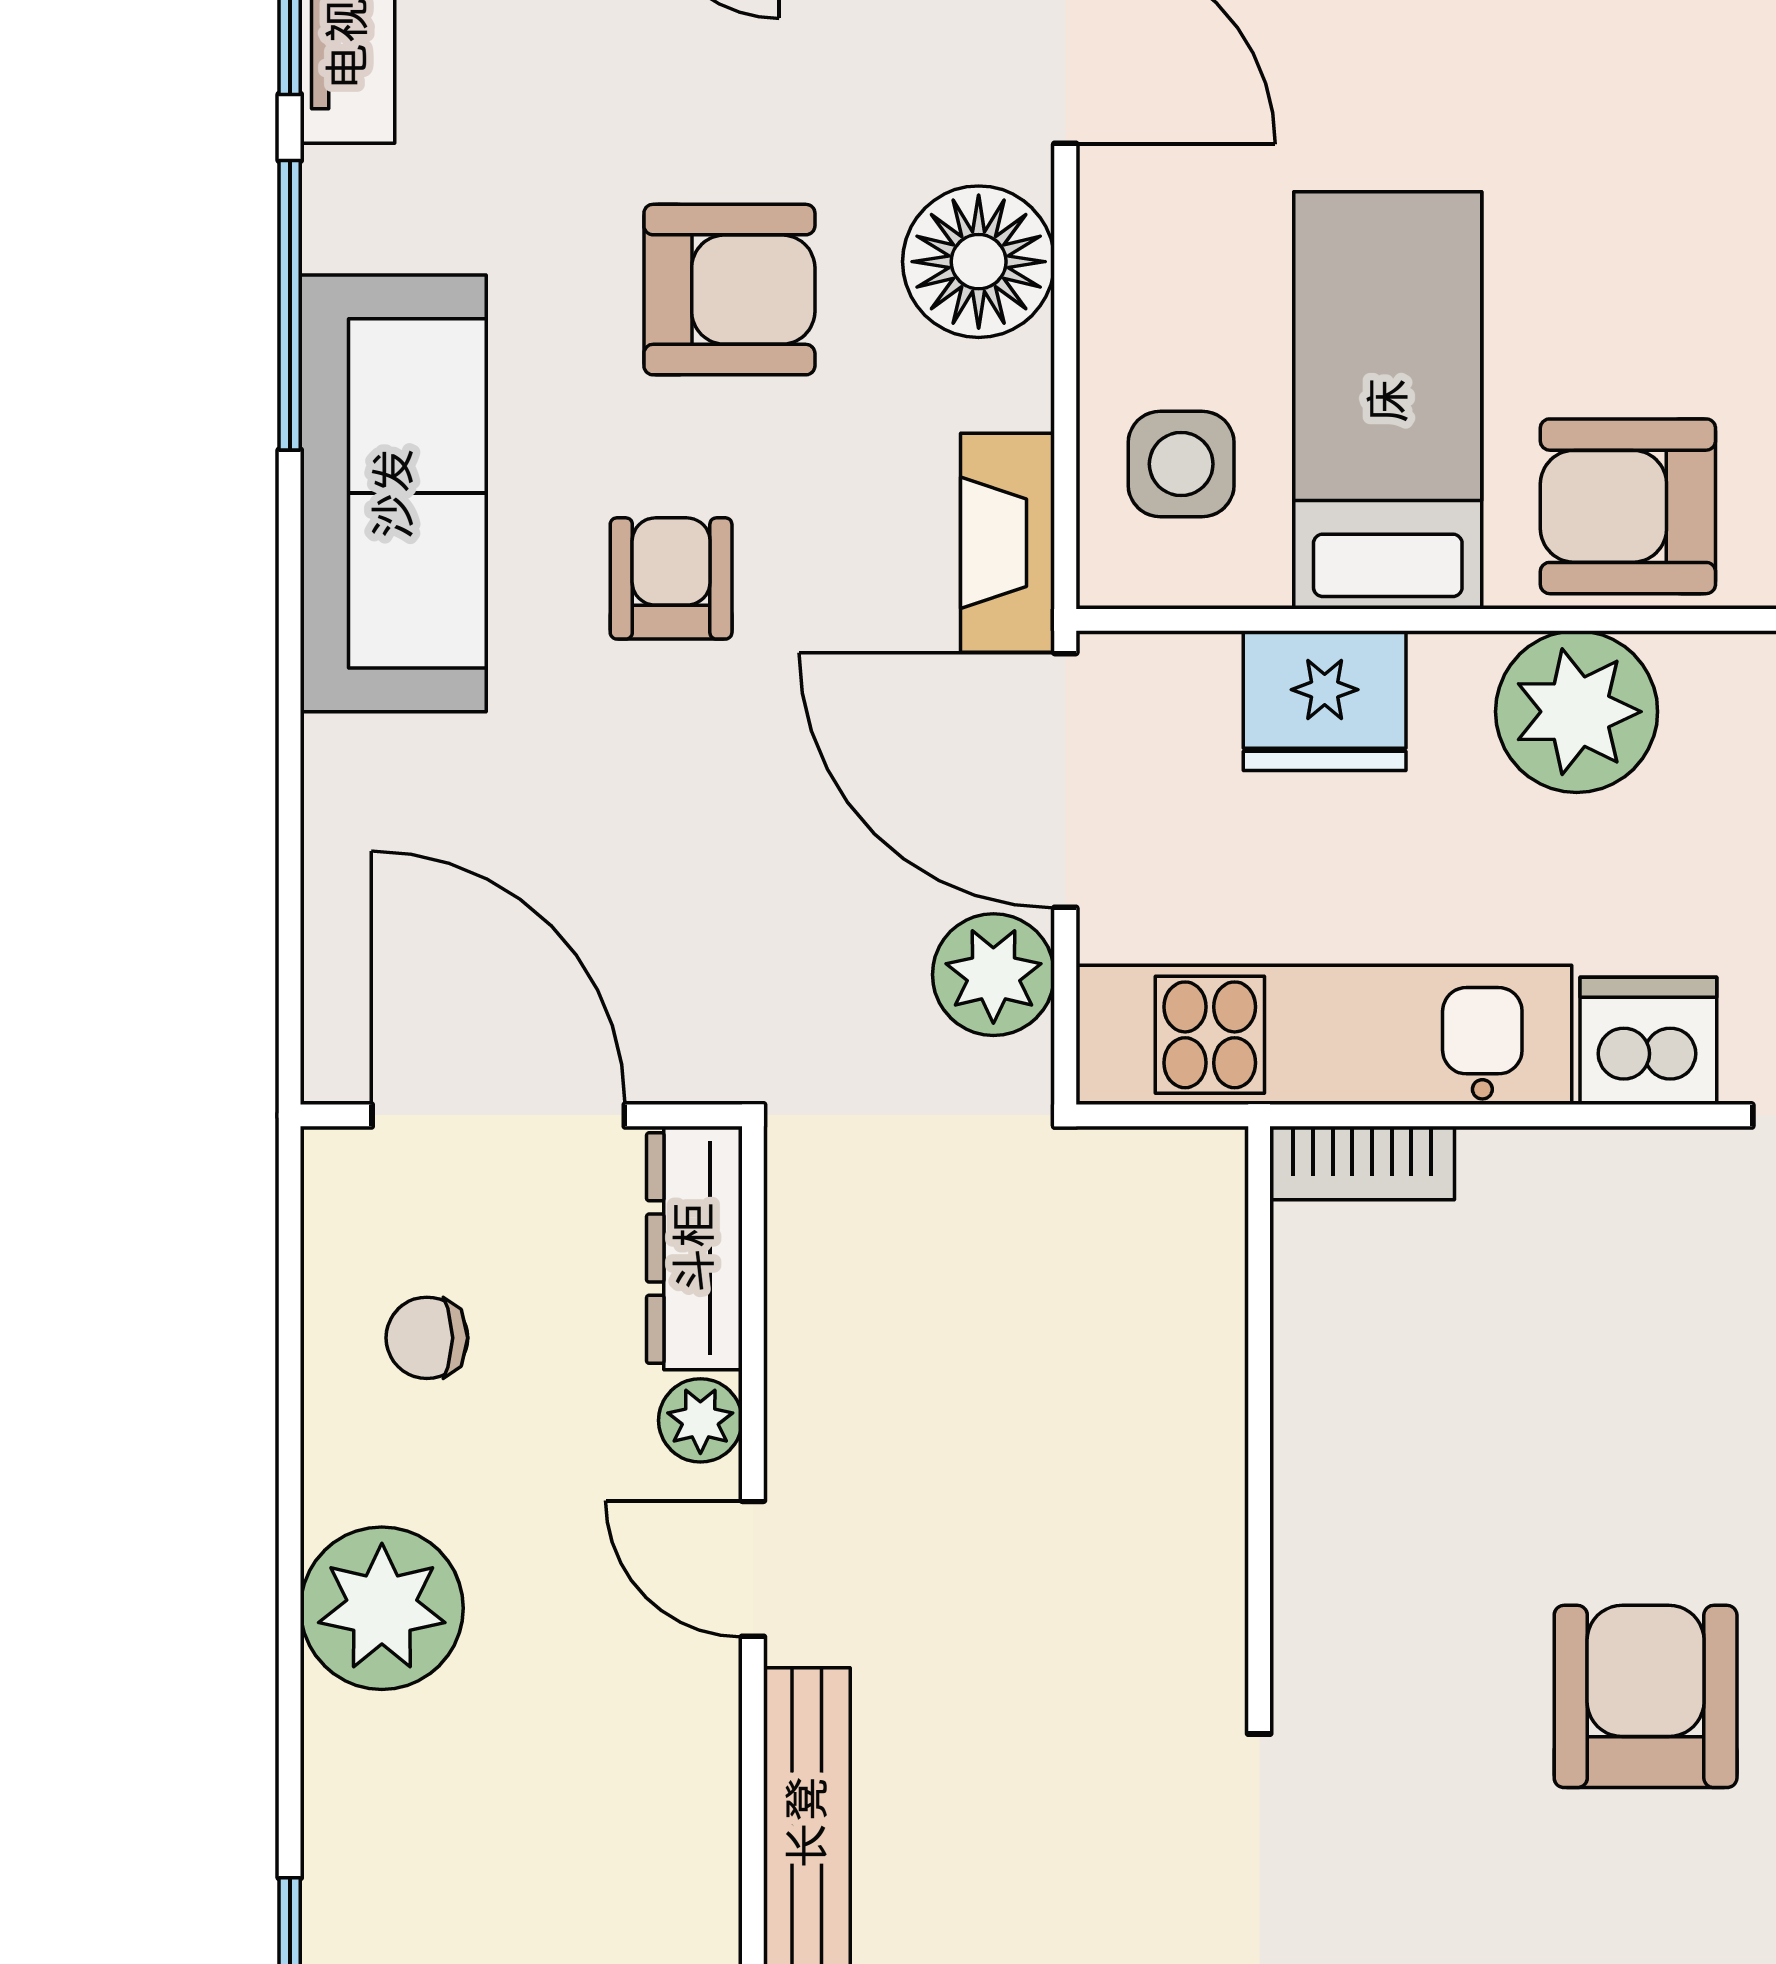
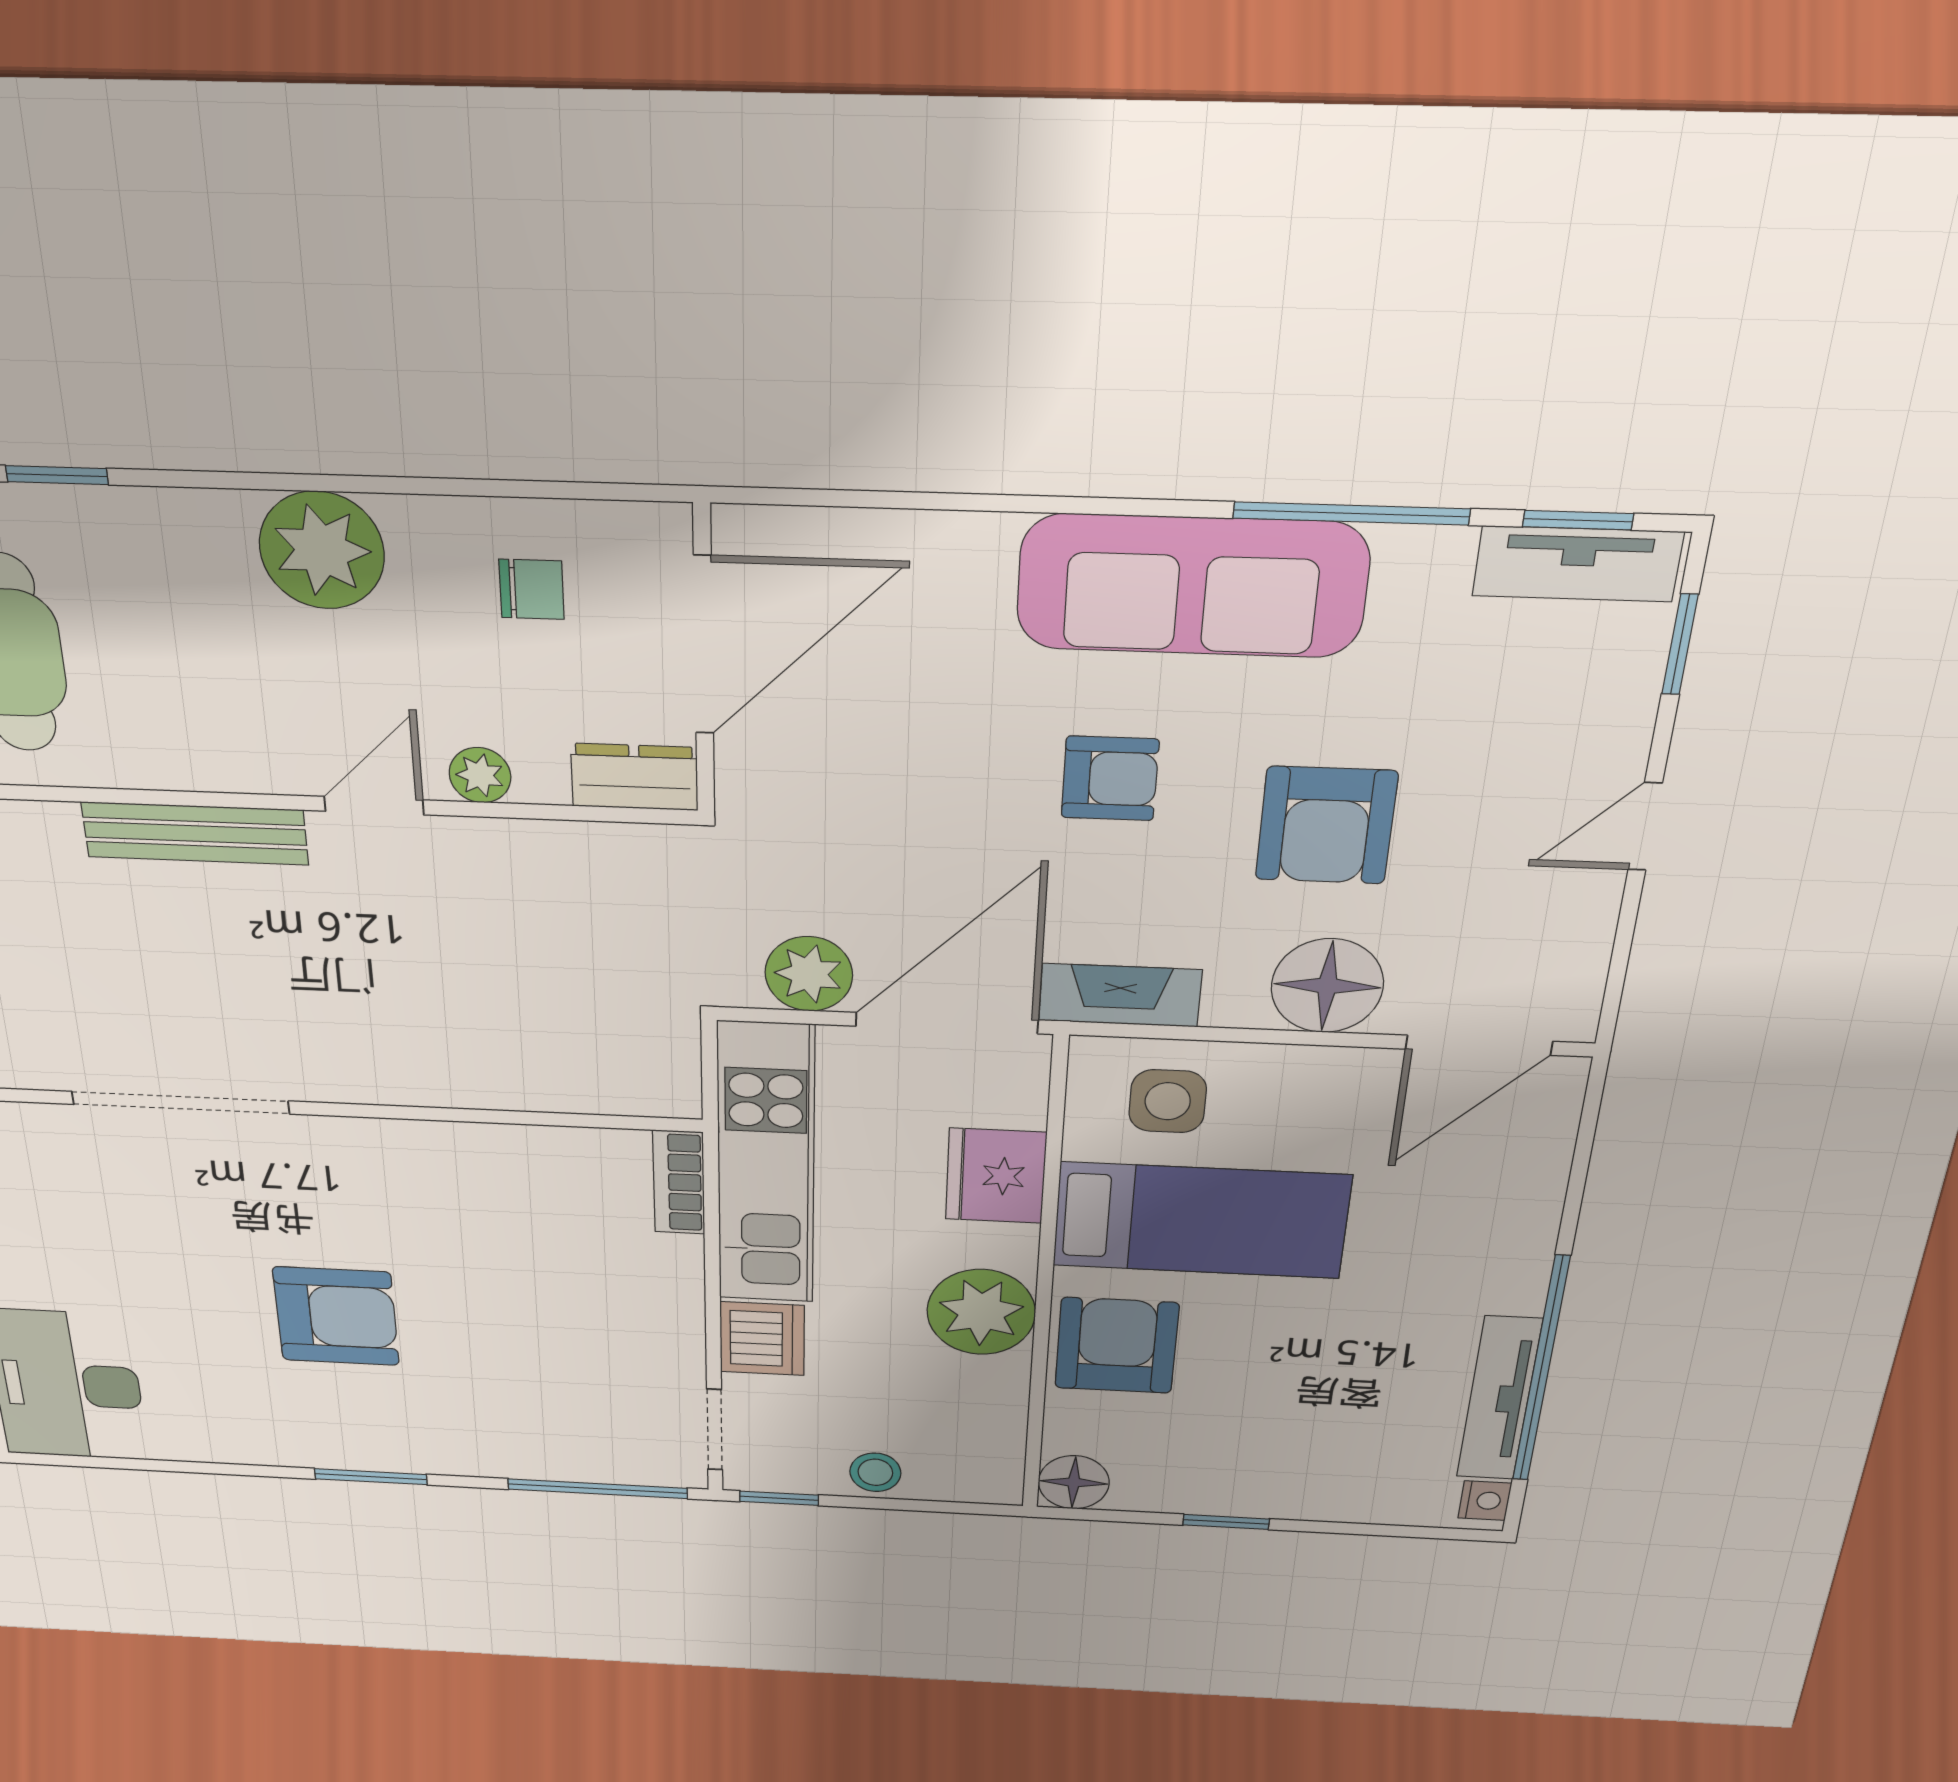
dresser: (694, 1248) -> (634, 777), width x0.70
chair: (427, 1338) -> (531, 589), turned 90

